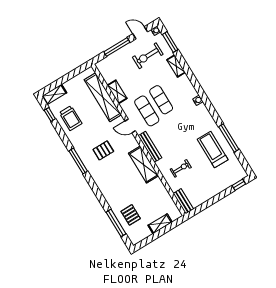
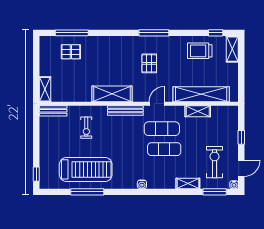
window: (117, 47) -> (241, 137), width x0.46
treadmill: (213, 150) -> (86, 169), width x1.37, depth x1.38
shelving: (160, 224) -> (45, 89), moved

